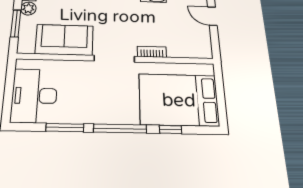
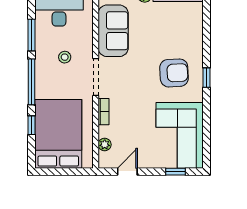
door: (212, 16) -> (127, 172), moved
plant: (187, 52) -> (105, 145), added
stool: (92, 91) -> (65, 57), added

